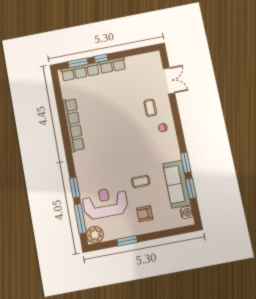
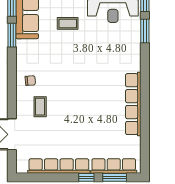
row of seats: (112, 65) -> (59, 166), width x2.02

